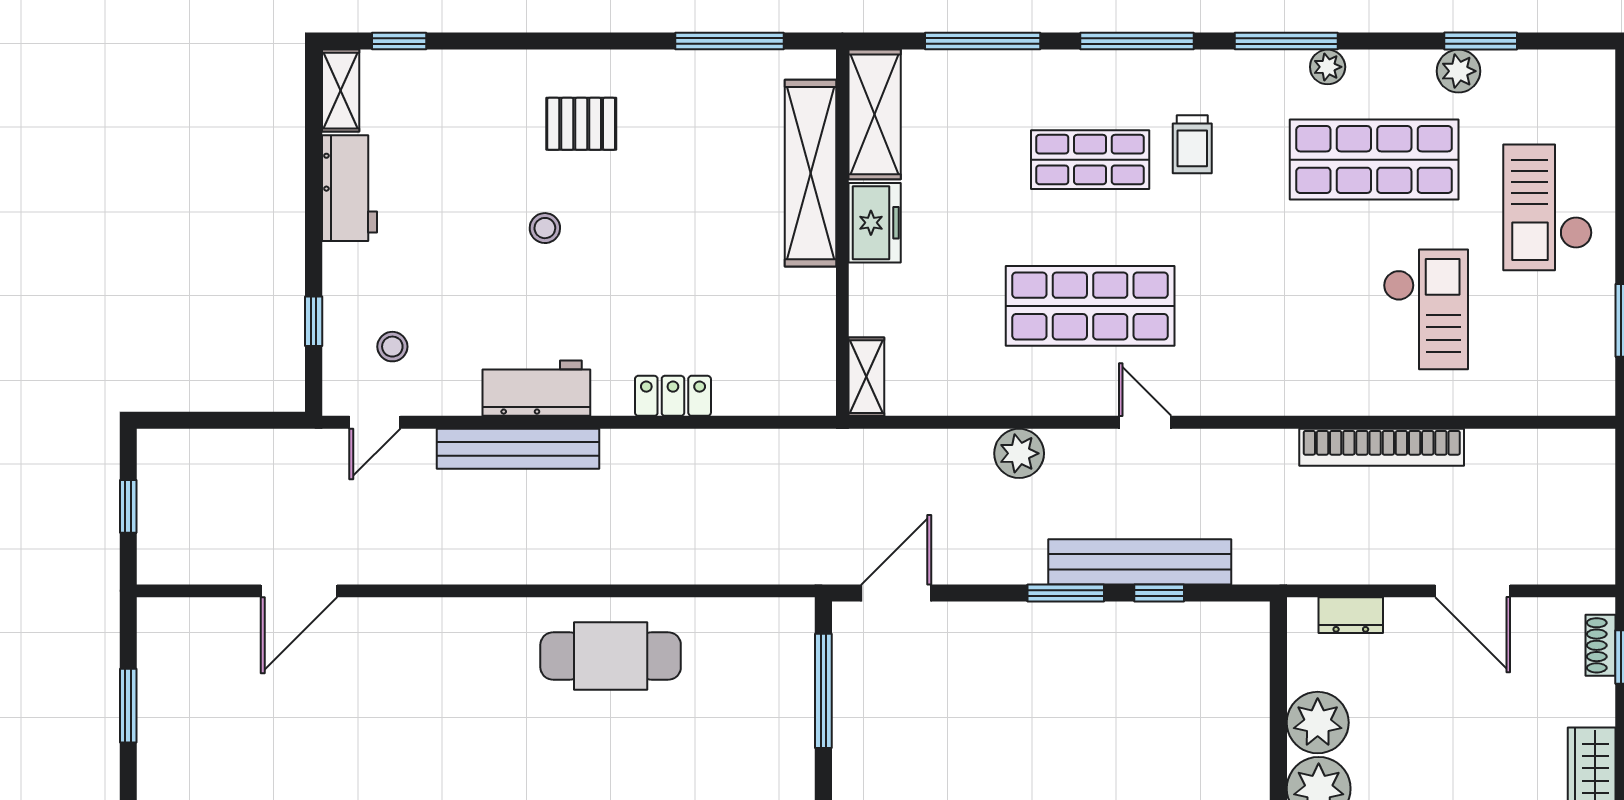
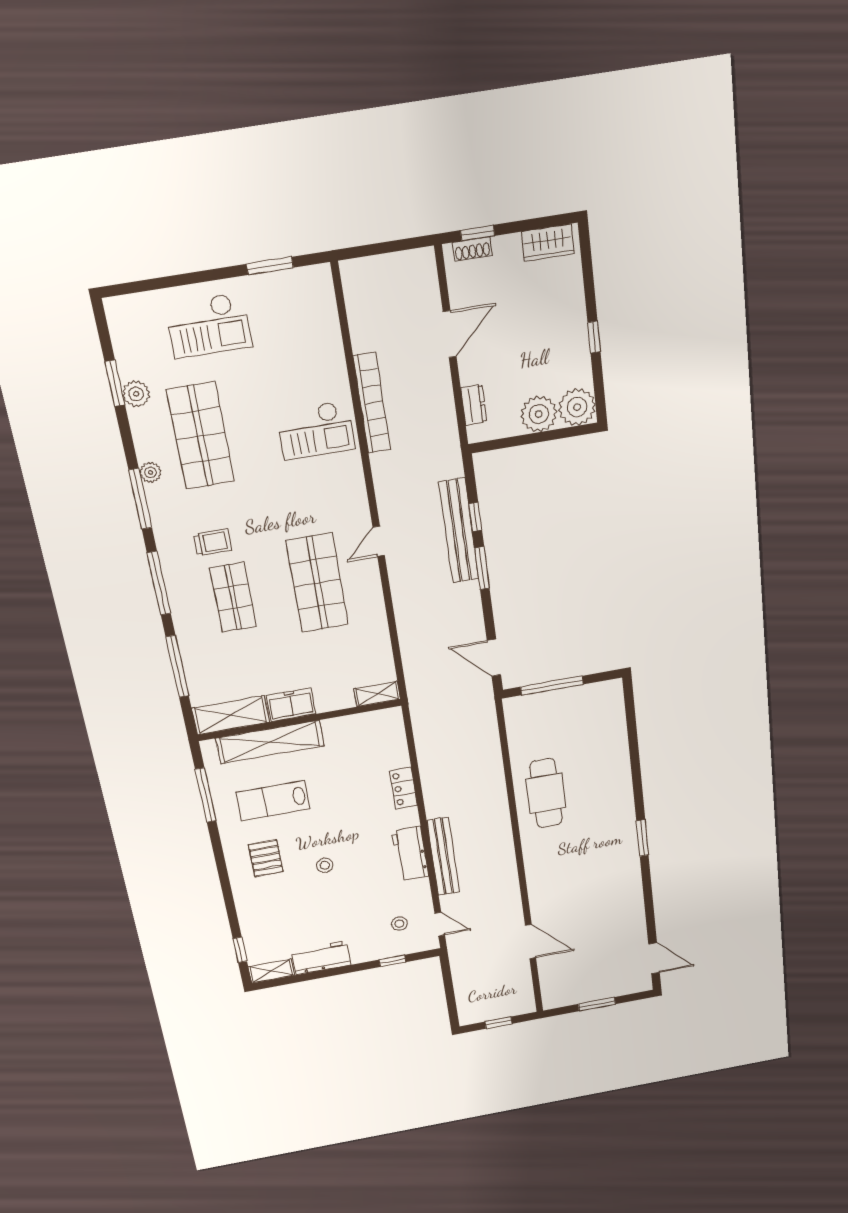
lab bench: (695, 158) -> (273, 801), added
checkout: (1426, 309) -> (316, 430), moved, turned 180
plant: (1019, 453) -> (407, 607), removed

